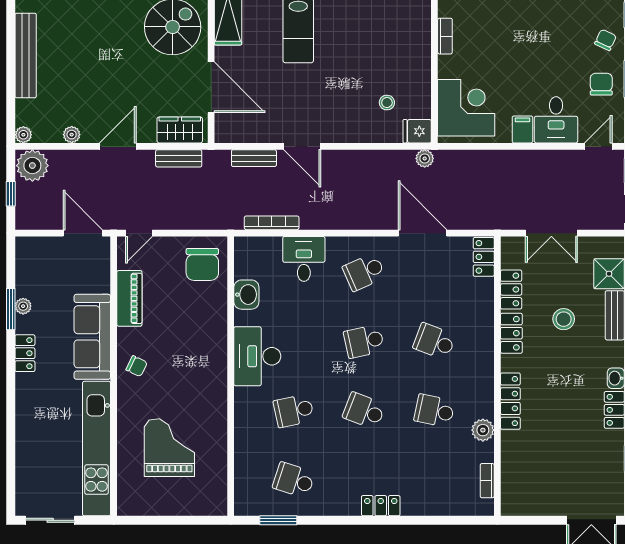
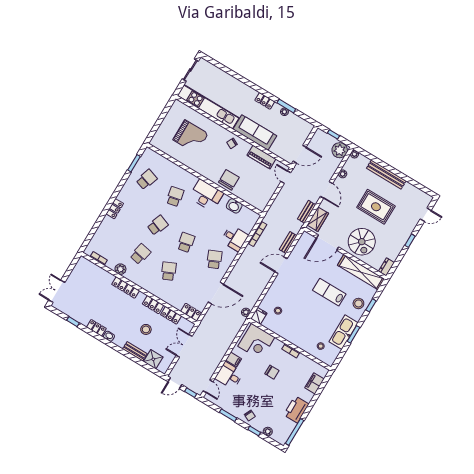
rug: (95, 39) -> (376, 207), added
chair: (601, 84) -> (272, 372), moved
chair: (202, 264) -> (229, 180), moved, turned 90
school desk: (434, 341) -> (169, 271), turned -45

